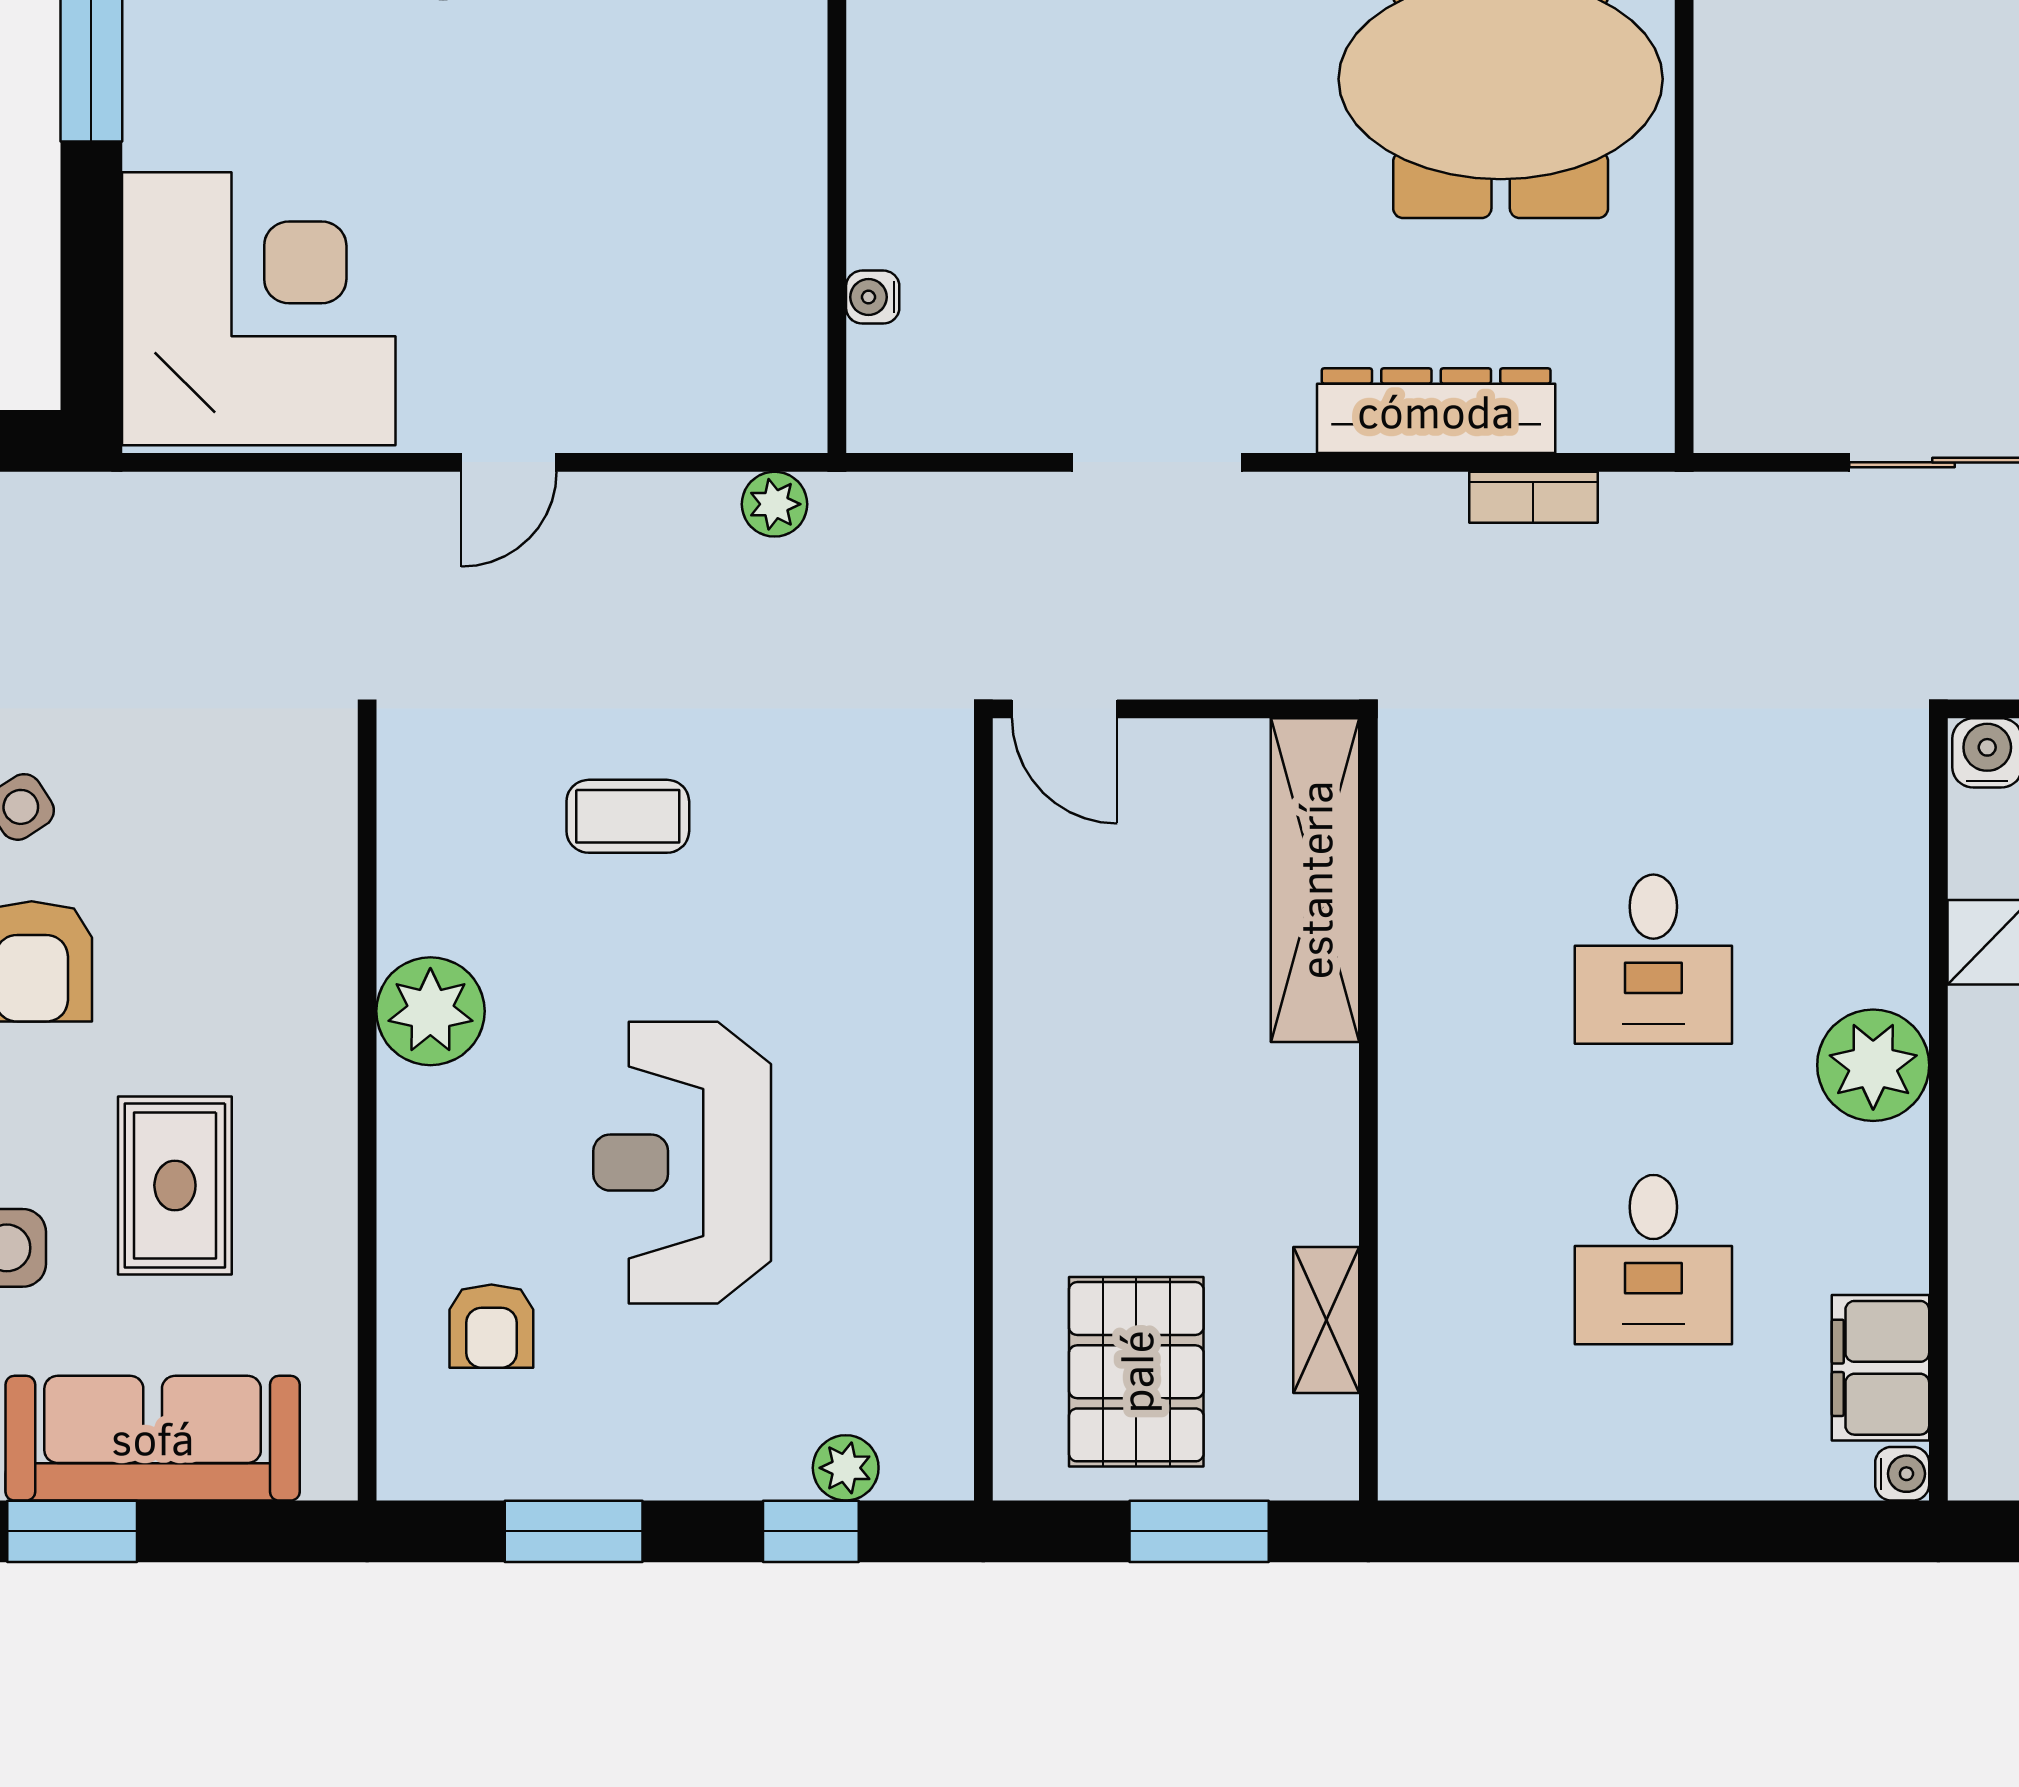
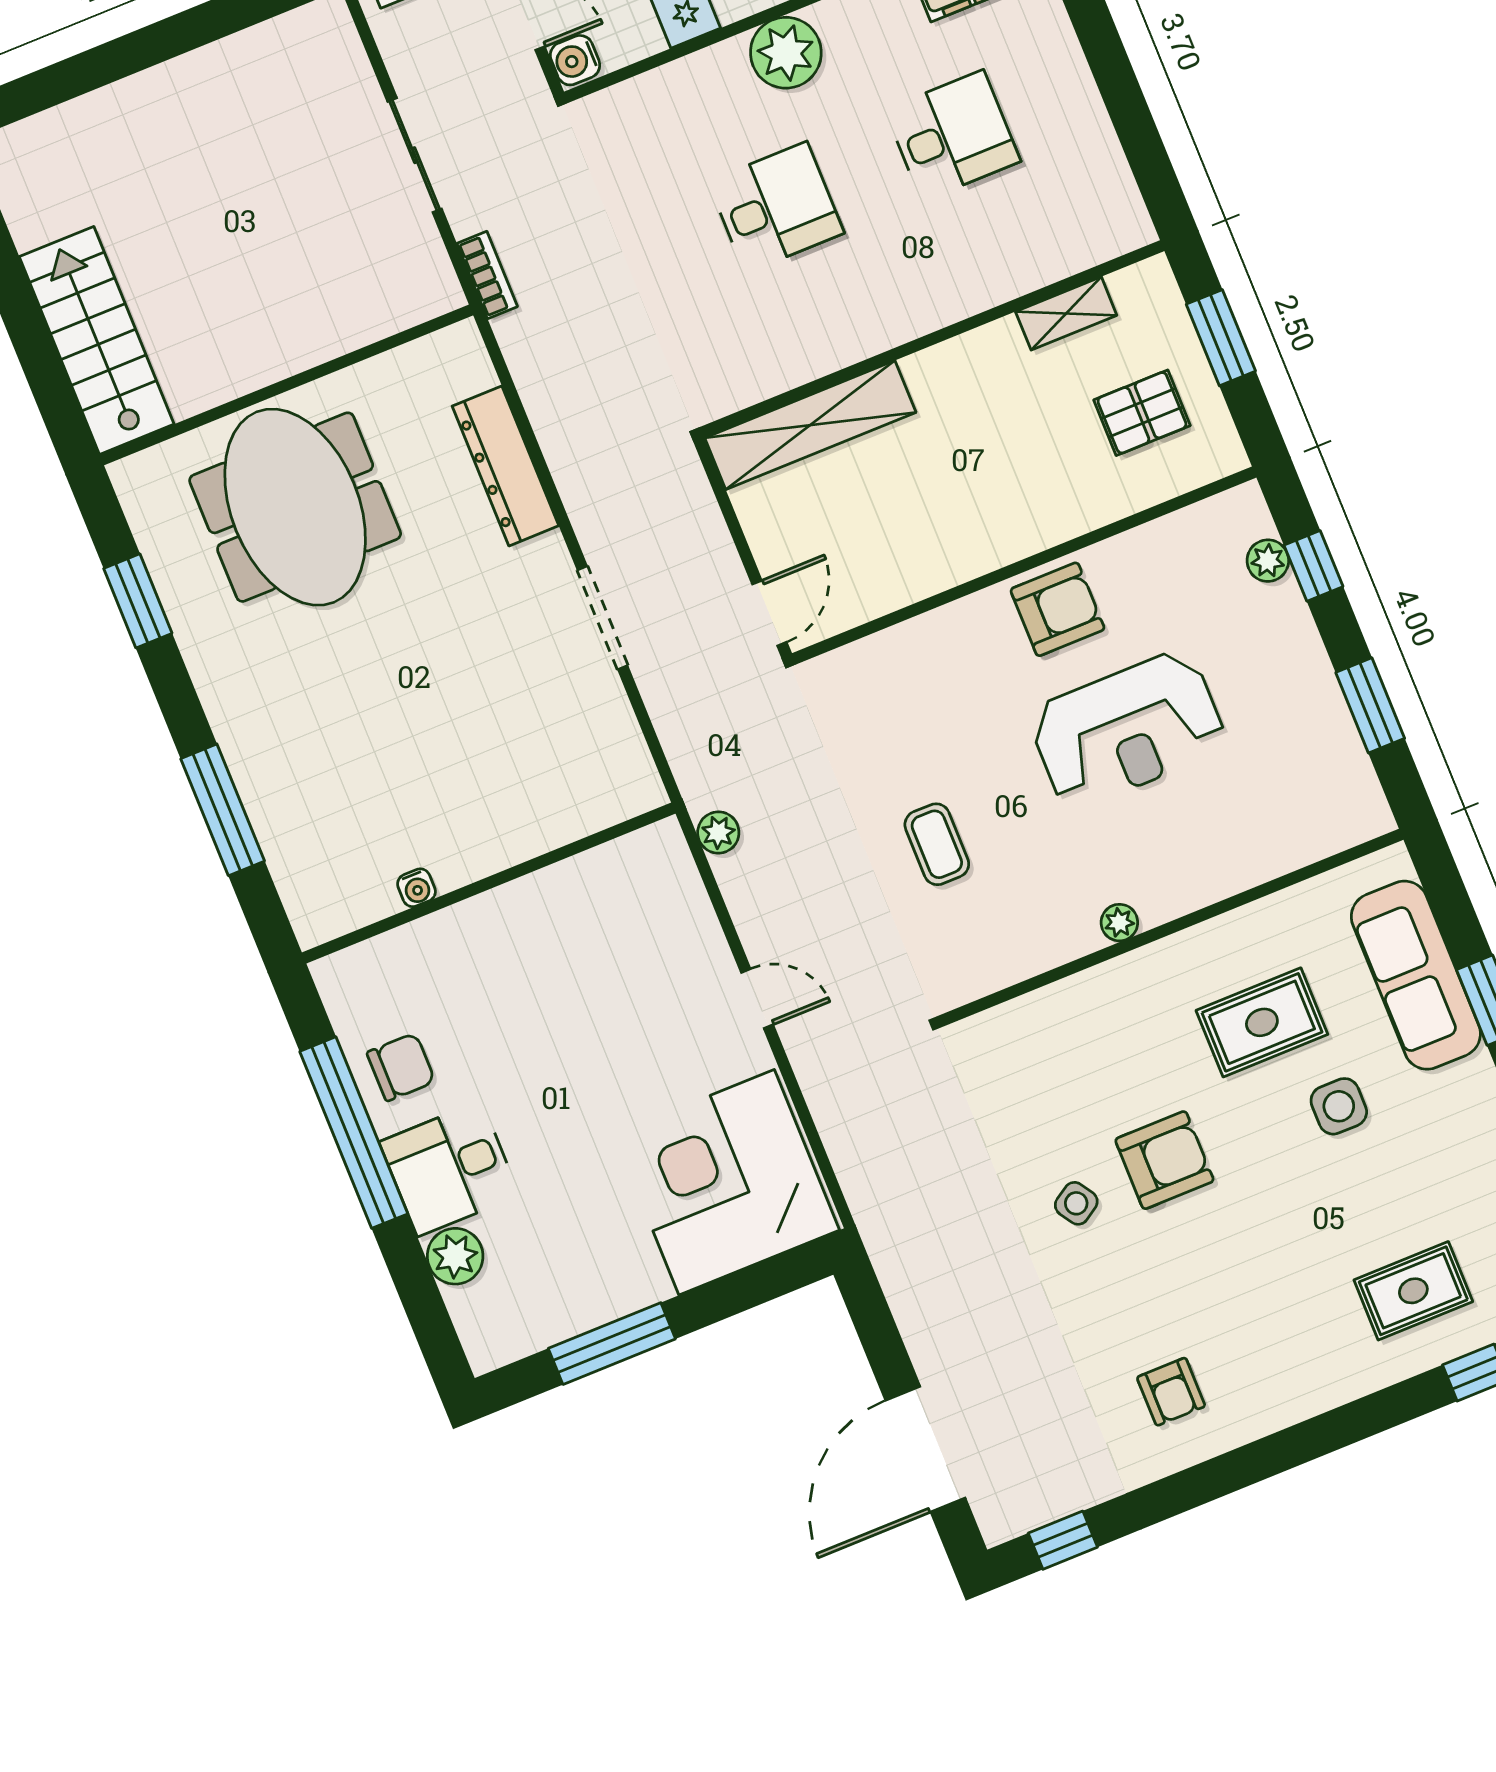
water cooler: (873, 297) -> (417, 888), moved
bookcase: (1533, 497) -> (487, 275), moved
plant: (430, 1011) -> (1119, 923), width x0.53, depth x0.53
armchair: (491, 1326) -> (1057, 609), moved, width x1.38, depth x1.38
pallet: (1136, 1372) -> (1142, 413), width x0.67, depth x0.71

